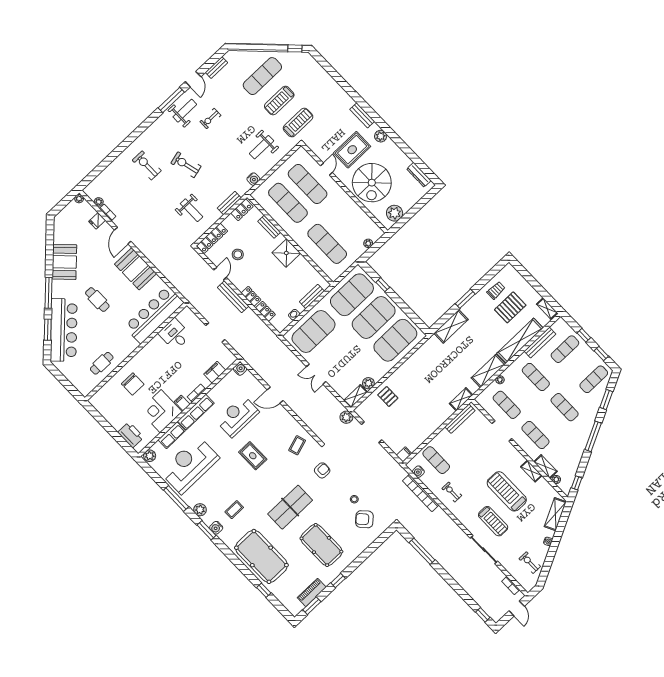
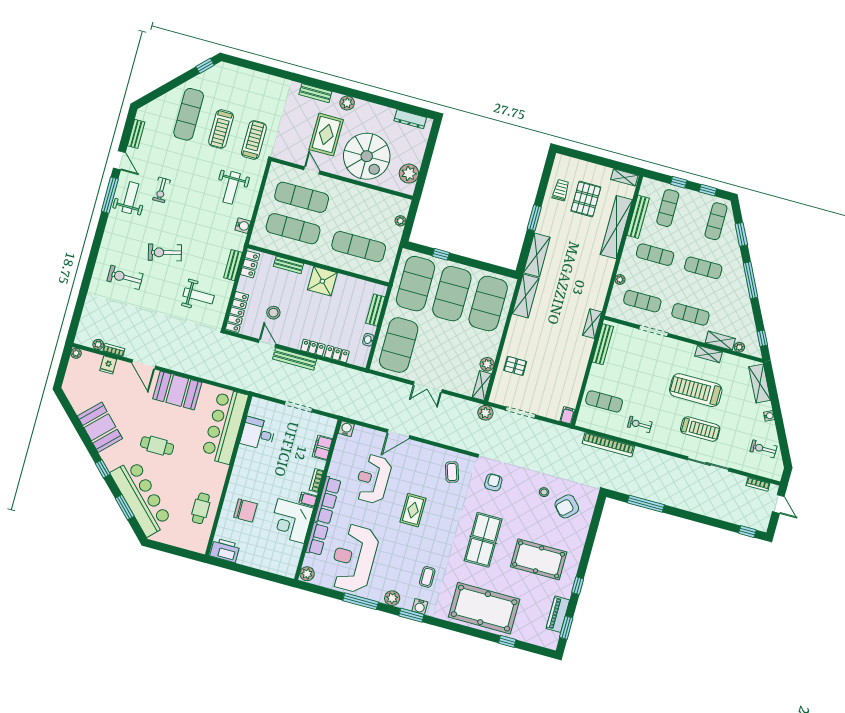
window: (49, 293) -> (103, 469), width x0.46
shelving: (488, 371) -> (526, 296), moved
printer: (131, 435) -> (225, 550), moved
rug: (253, 456) -> (413, 510), turned 90
water cooler: (418, 472) -> (593, 424), removed

